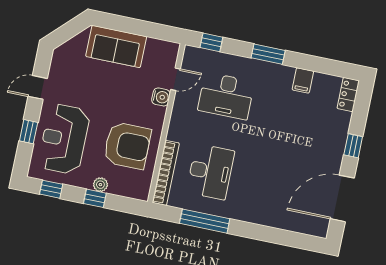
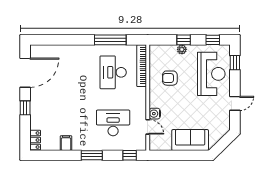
door: (175, 79) -> (148, 127), swing flipped
window: (29, 132) -> (235, 63), moved
armchair: (127, 146) -> (170, 78), width x0.53, depth x0.53

